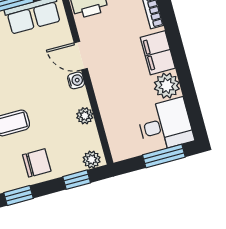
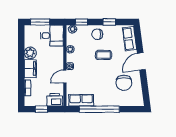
door: (81, 56) -> (65, 77), swing flipped
desk: (165, 125) -> (52, 36), moved, turned 180

